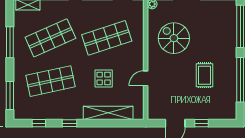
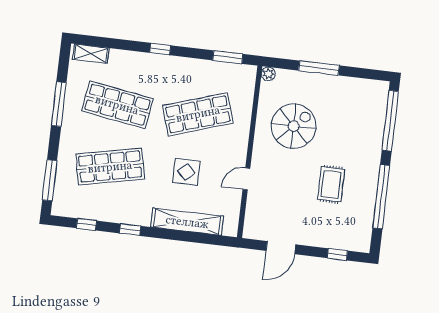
shop shelf: (50, 38) -> (117, 105), turned 33
spiral stairs: (174, 38) -> (294, 126), turned 90
window: (202, 123) -> (337, 254), moved

